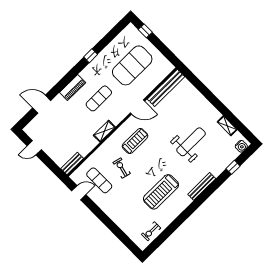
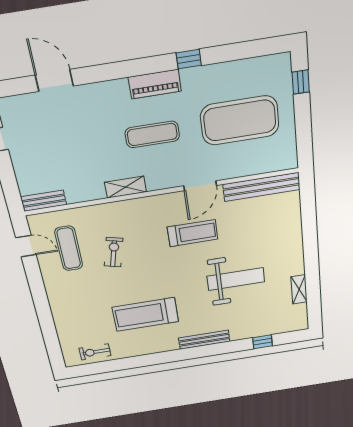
piano: (73, 87) -> (155, 84), moved
door: (137, 107) -> (200, 186), hinge flipped
treadmill: (135, 141) -> (193, 233), moved
water cooler: (241, 146) -> (294, 324), removed

